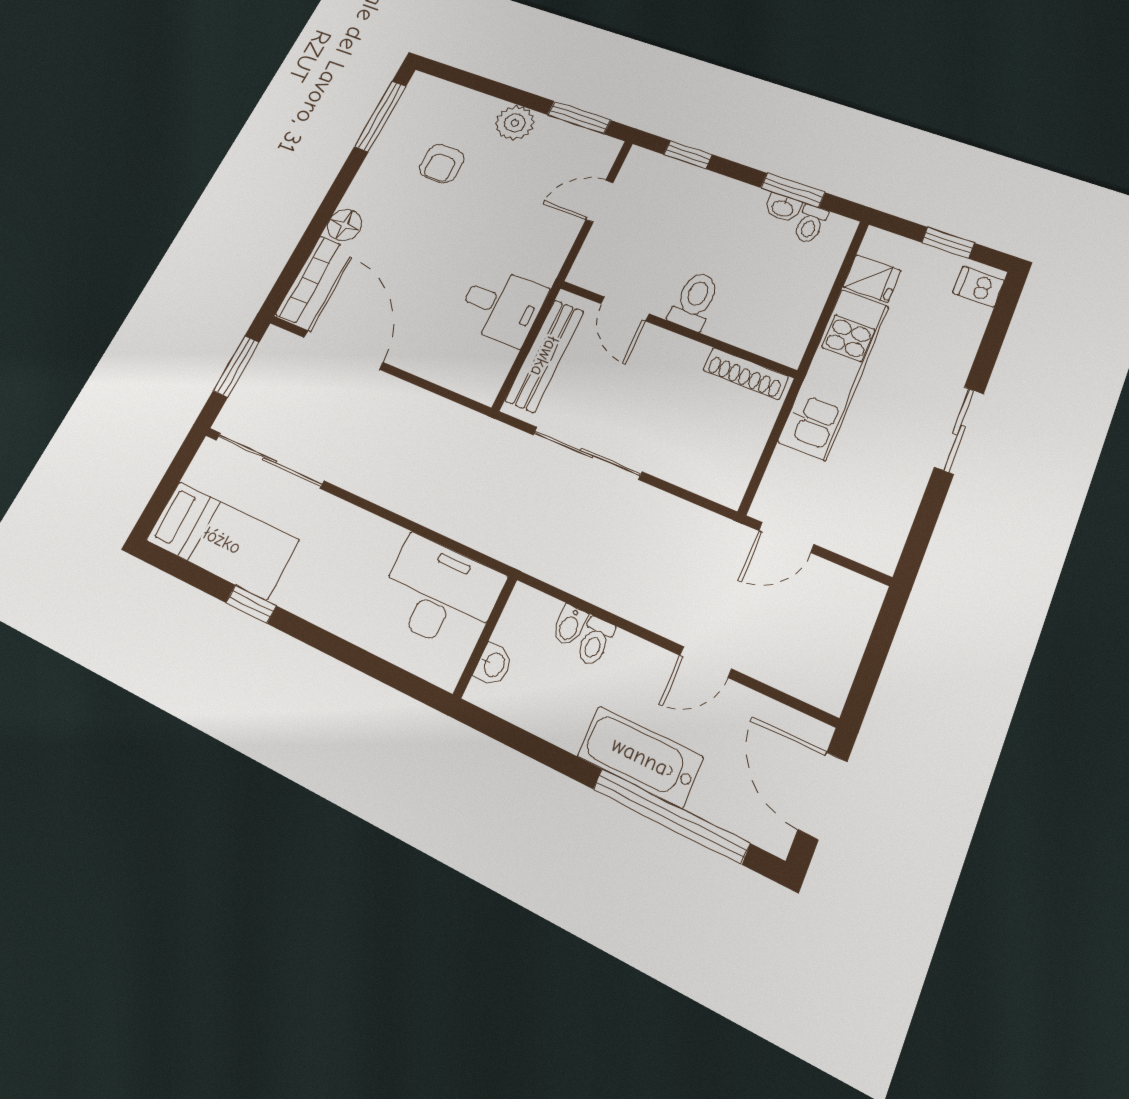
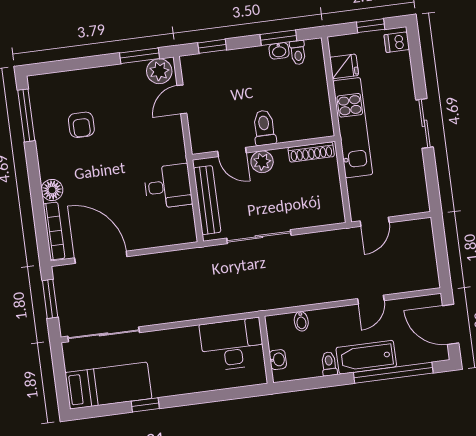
plant: (515, 123) -> (159, 71), moved
plant: (661, 347) -> (262, 162), added
toilet: (595, 641) -> (329, 364), moved, turned 180

